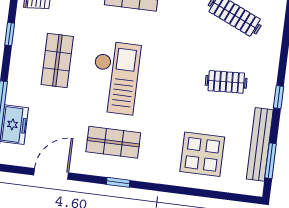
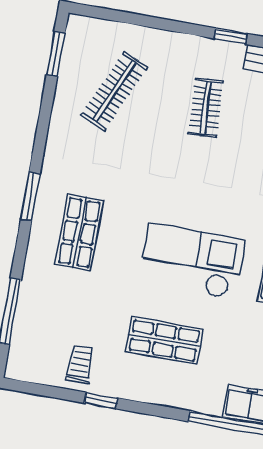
window: (10, 34) -> (101, 401), moved

